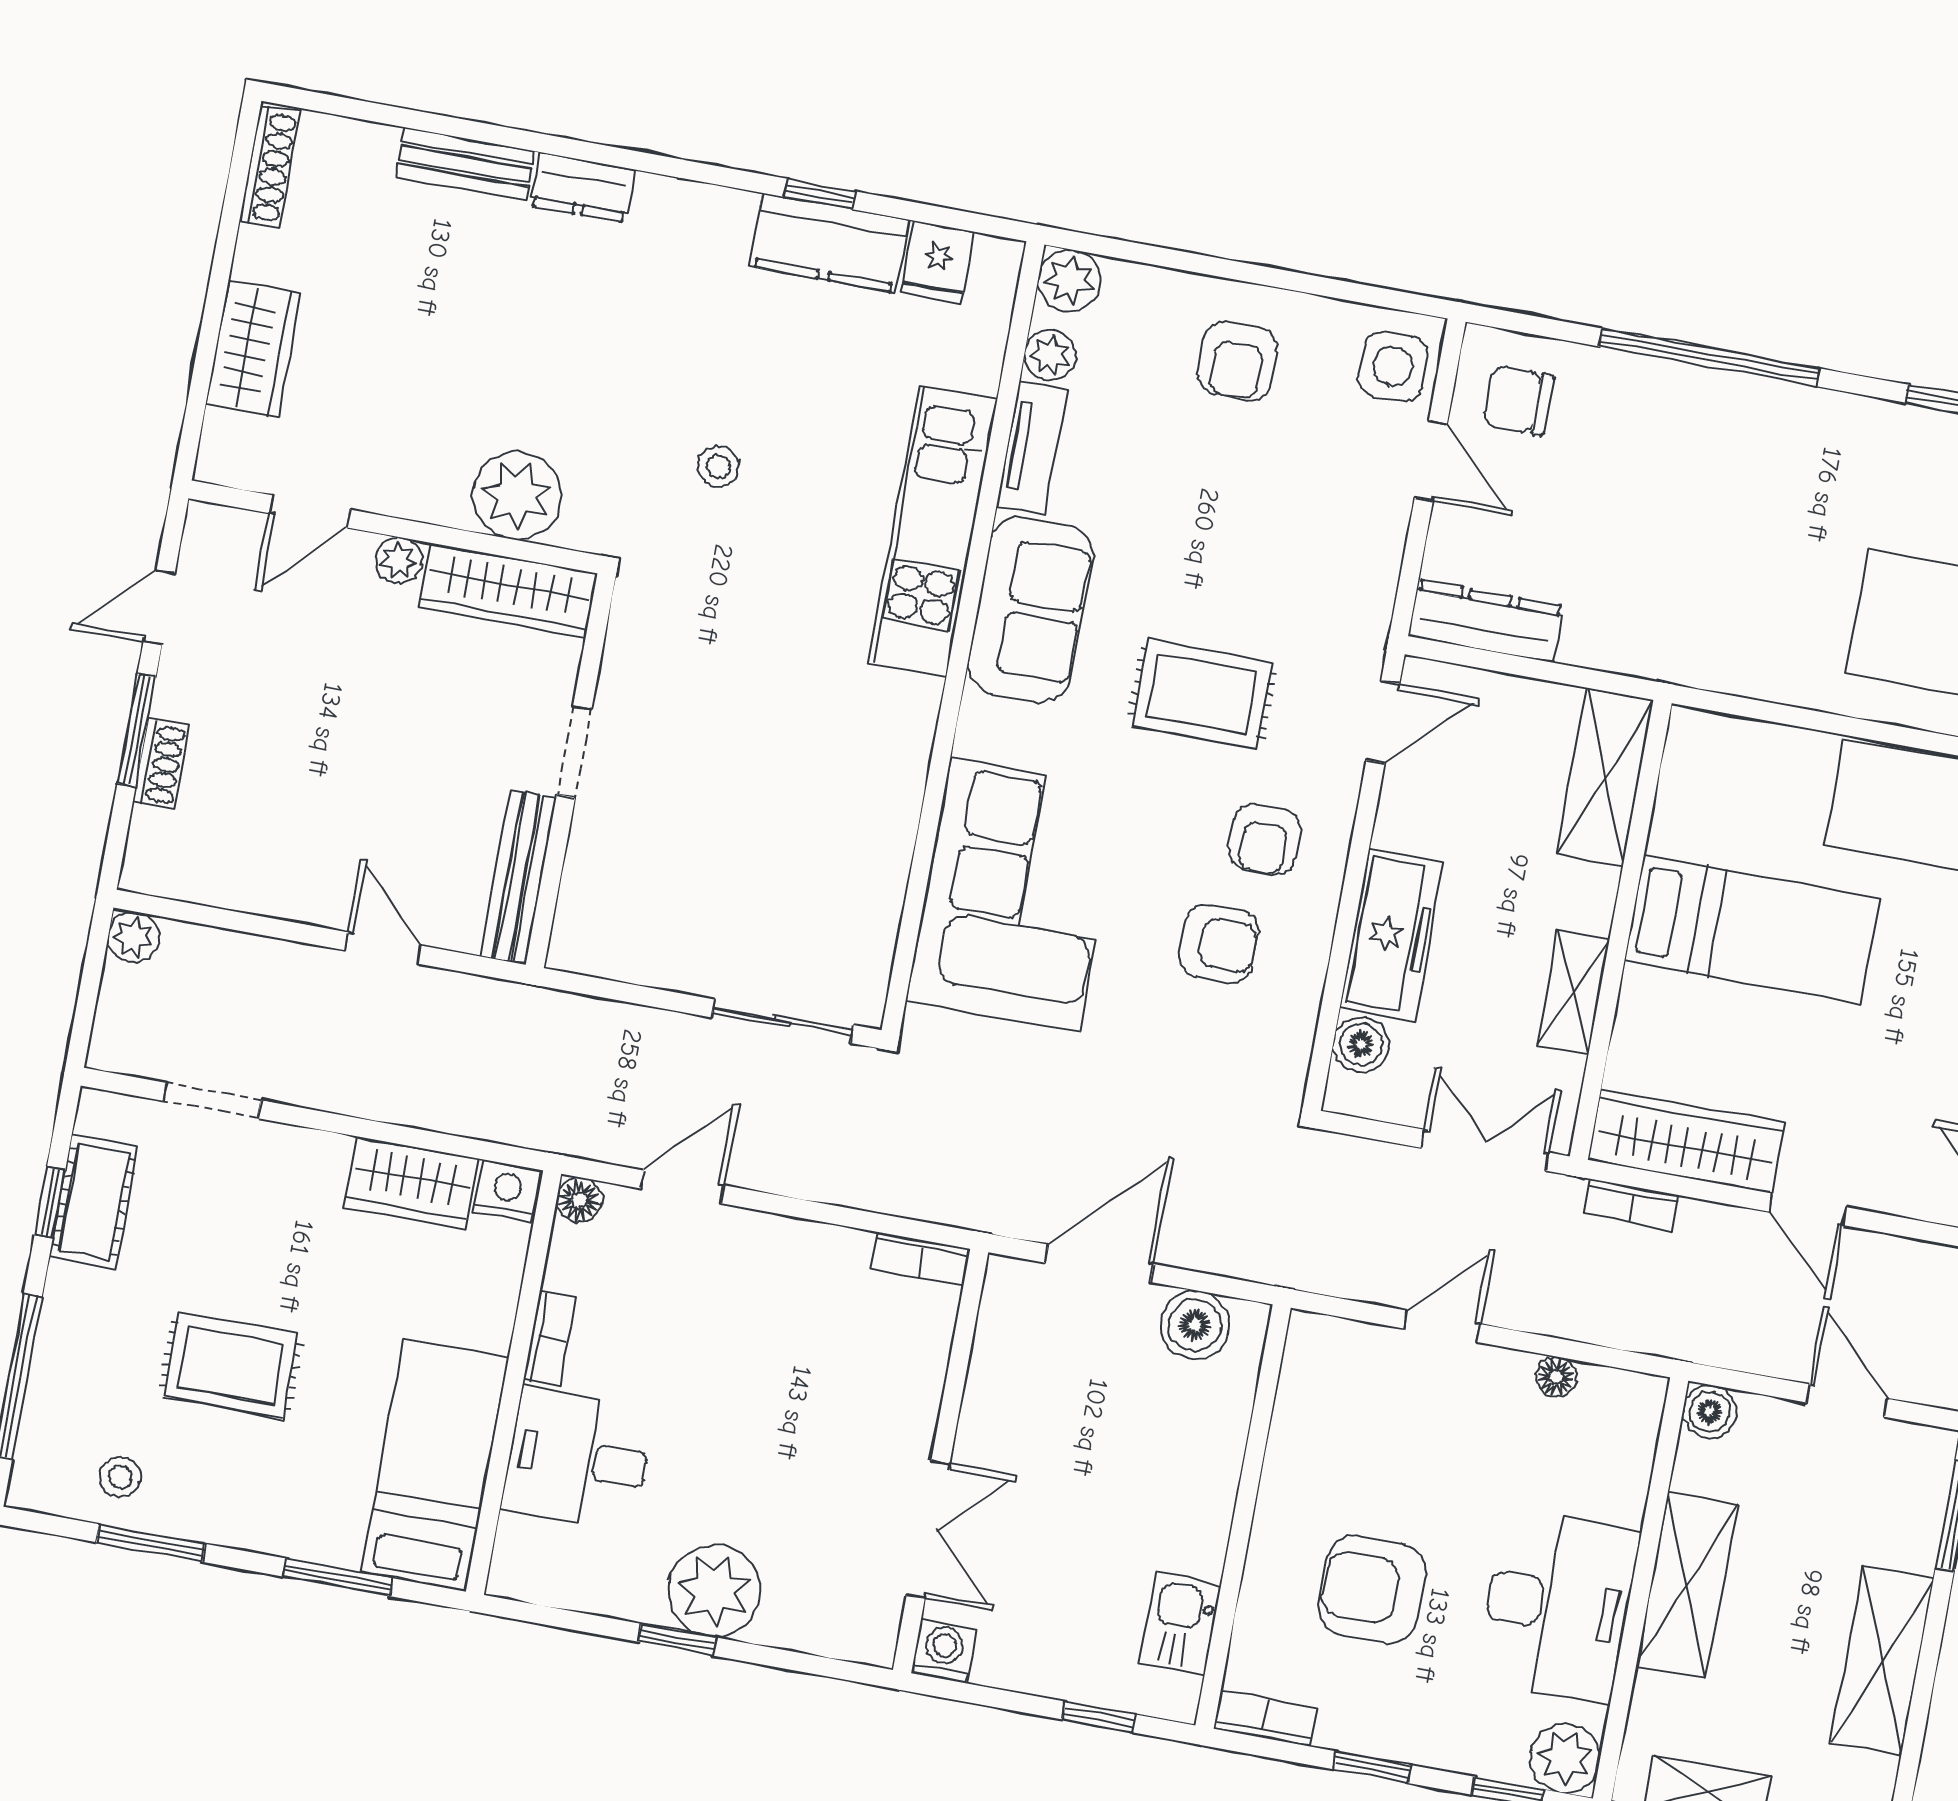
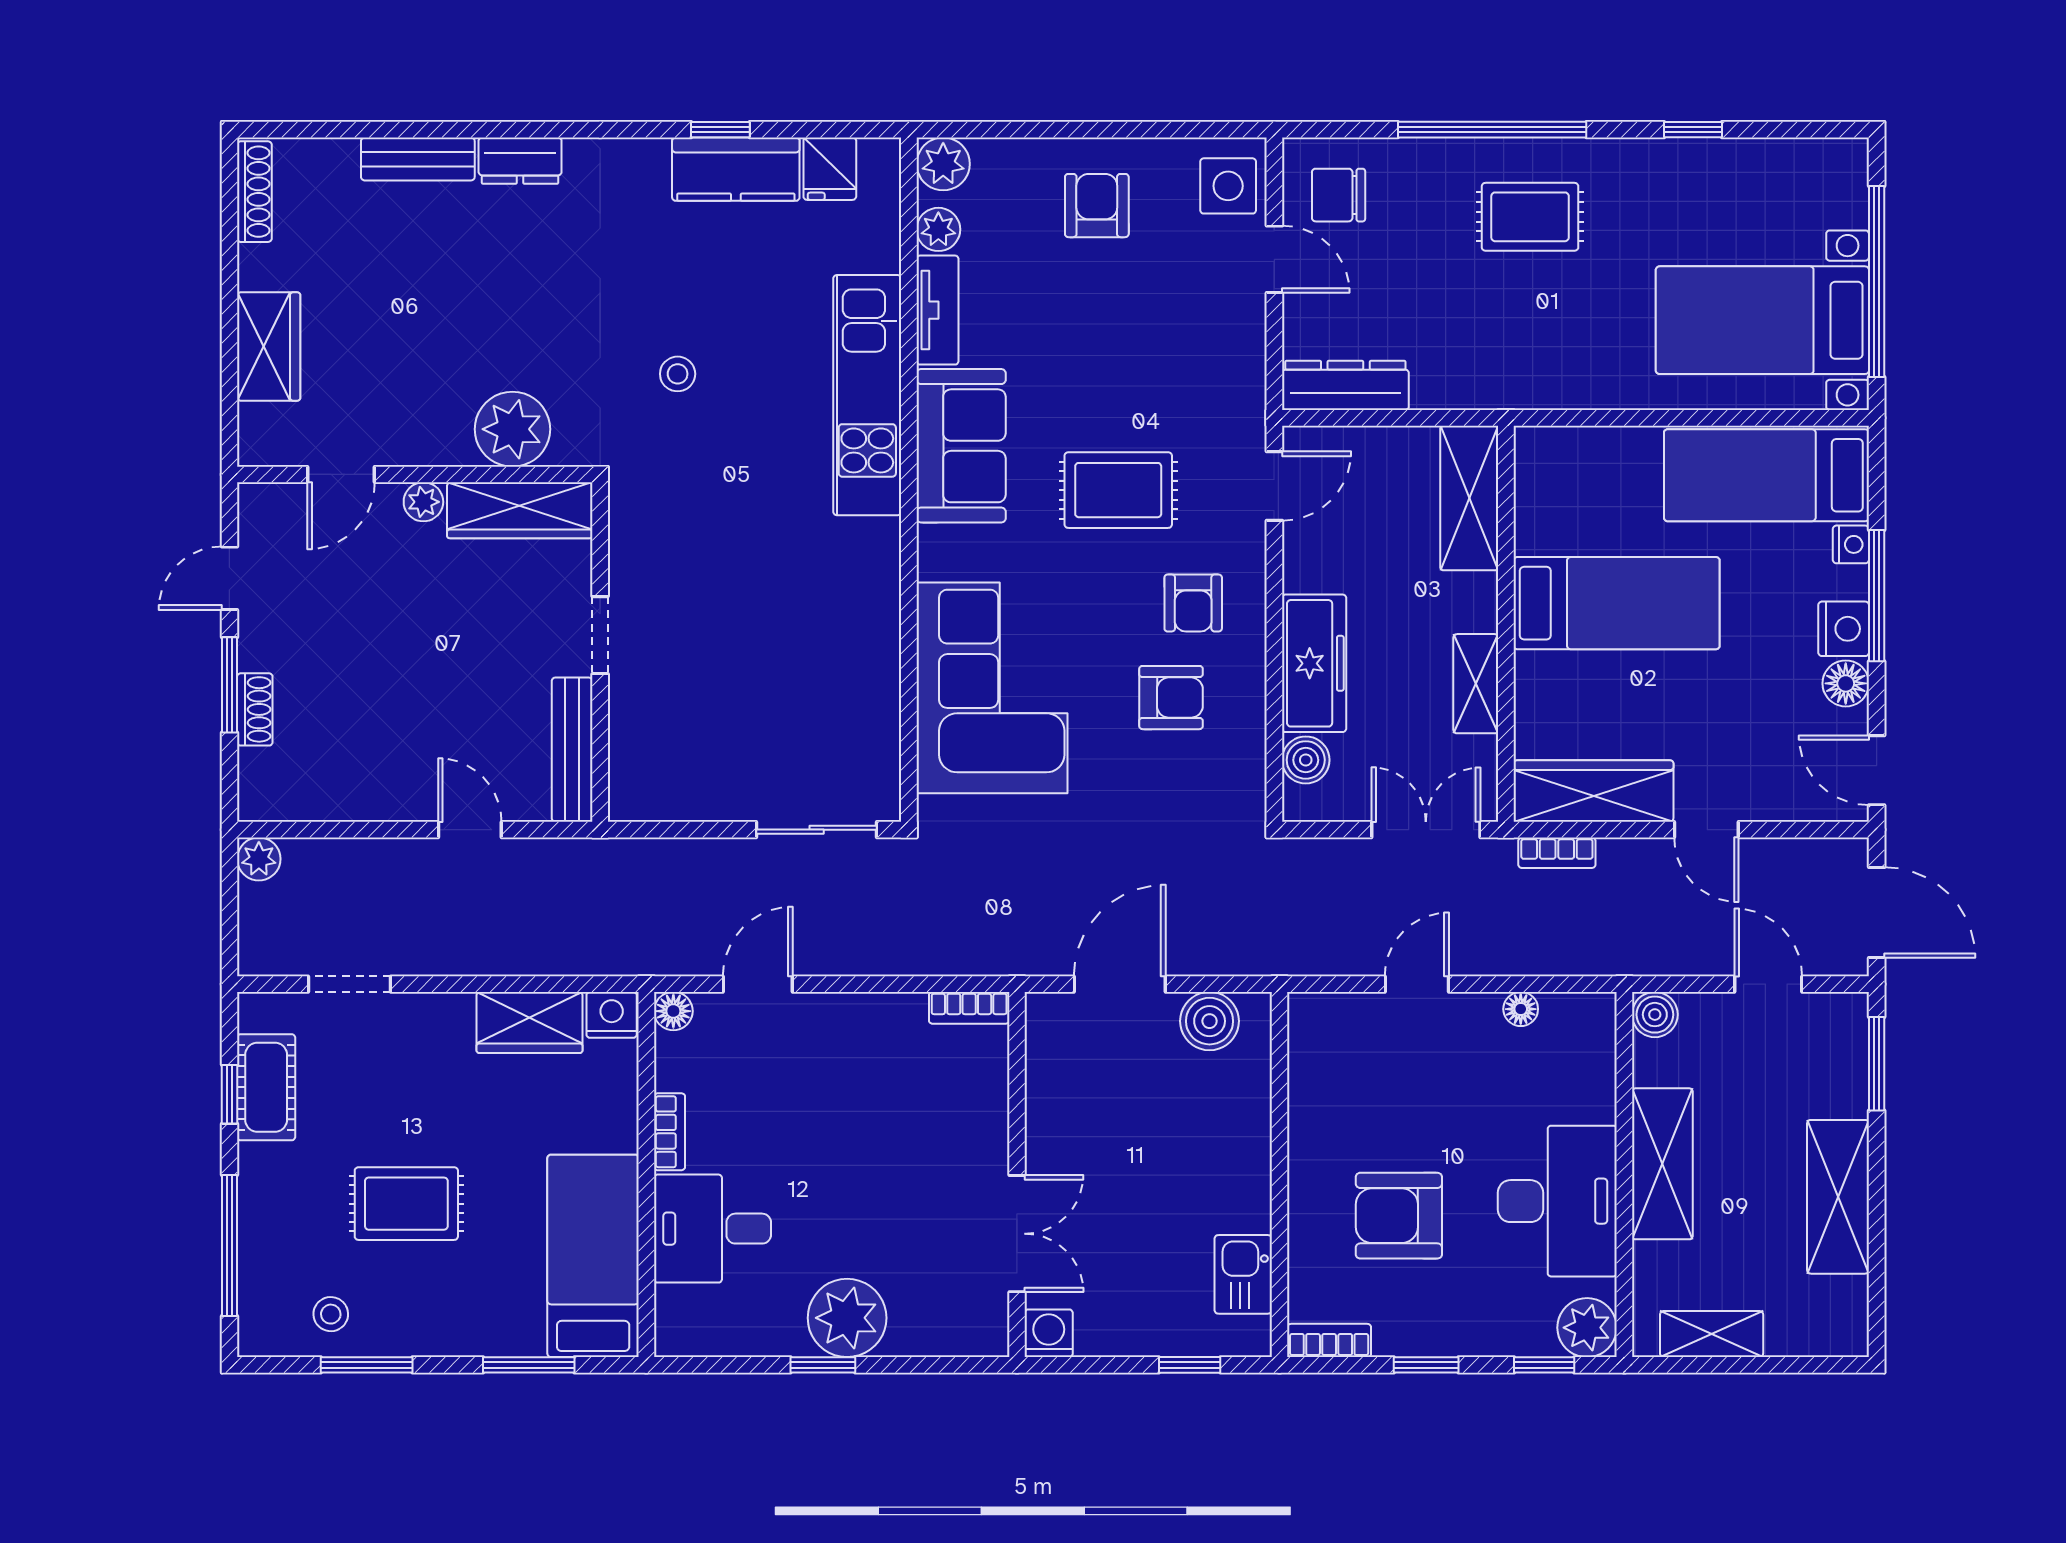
armchair: (1238, 361) -> (1097, 206), turned 180
rug: (1734, 466) -> (1530, 217), added

